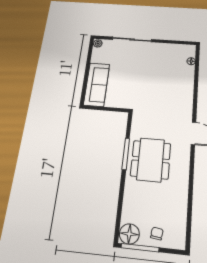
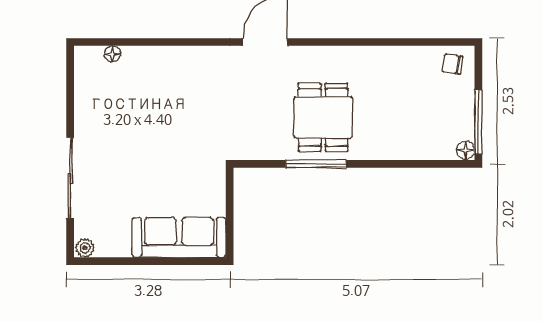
dining table: (151, 160) -> (323, 117), width x0.73
floor lamp: (129, 234) -> (466, 150), width x0.53, depth x0.53
chair: (157, 234) -> (453, 64), moved

